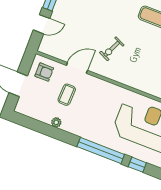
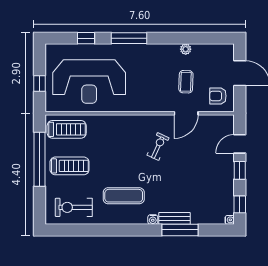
window: (101, 150) -> (129, 38), width x0.68

